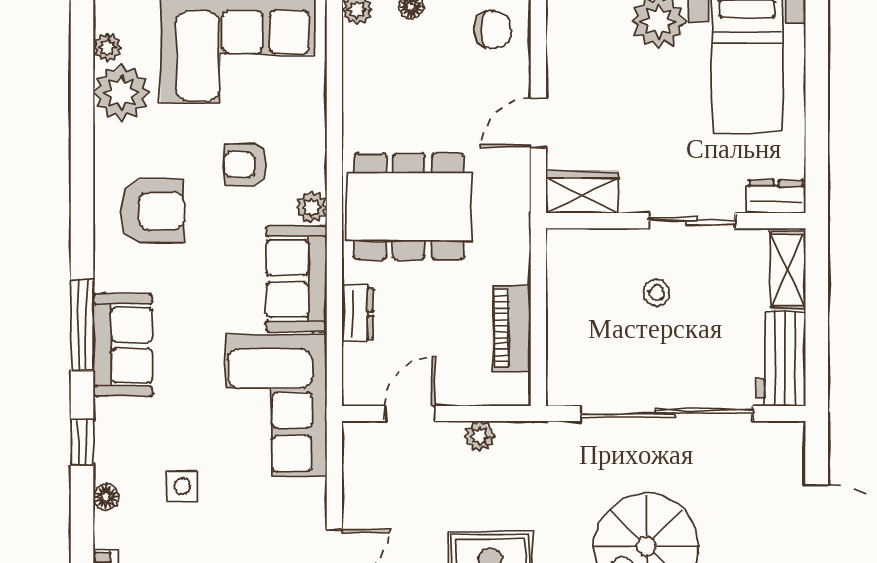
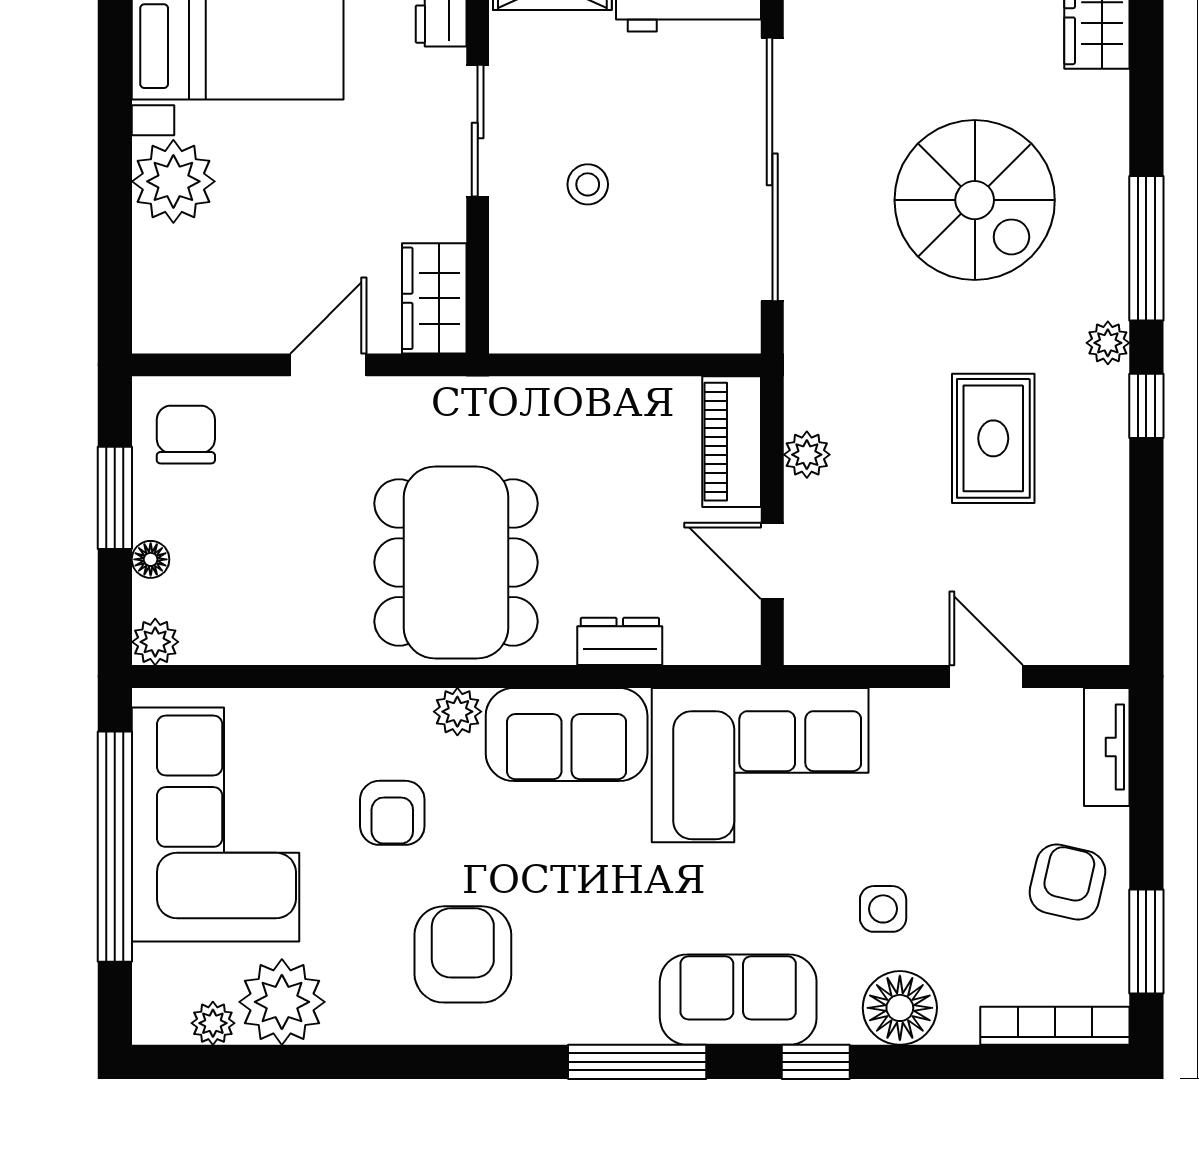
door: (538, 123) -> (328, 365), swing flipped
piano: (512, 329) -> (732, 442), moved, turned 90
sofa: (123, 345) -> (738, 1000), moved
floor lamp: (106, 497) -> (900, 1008), width x1.89, depth x1.89

